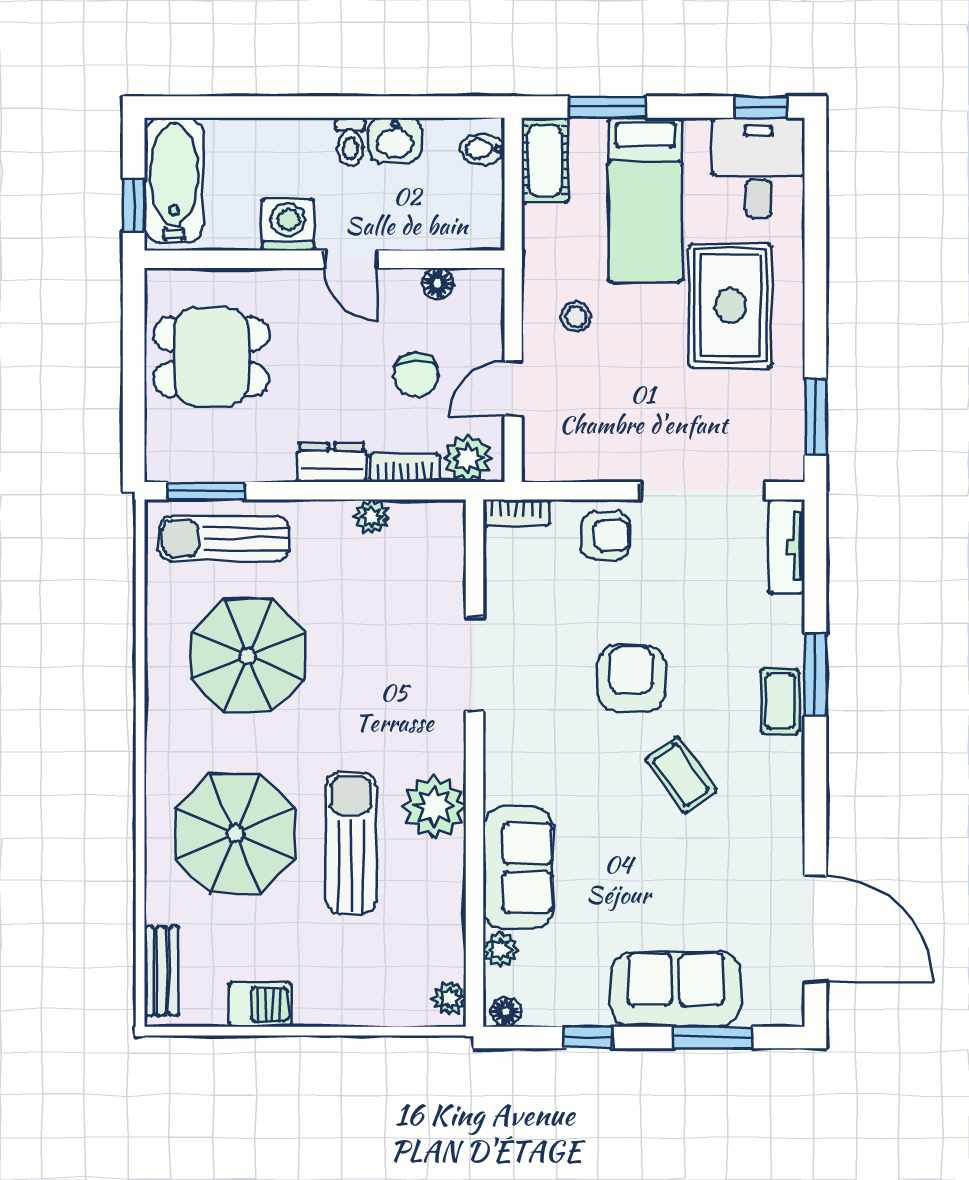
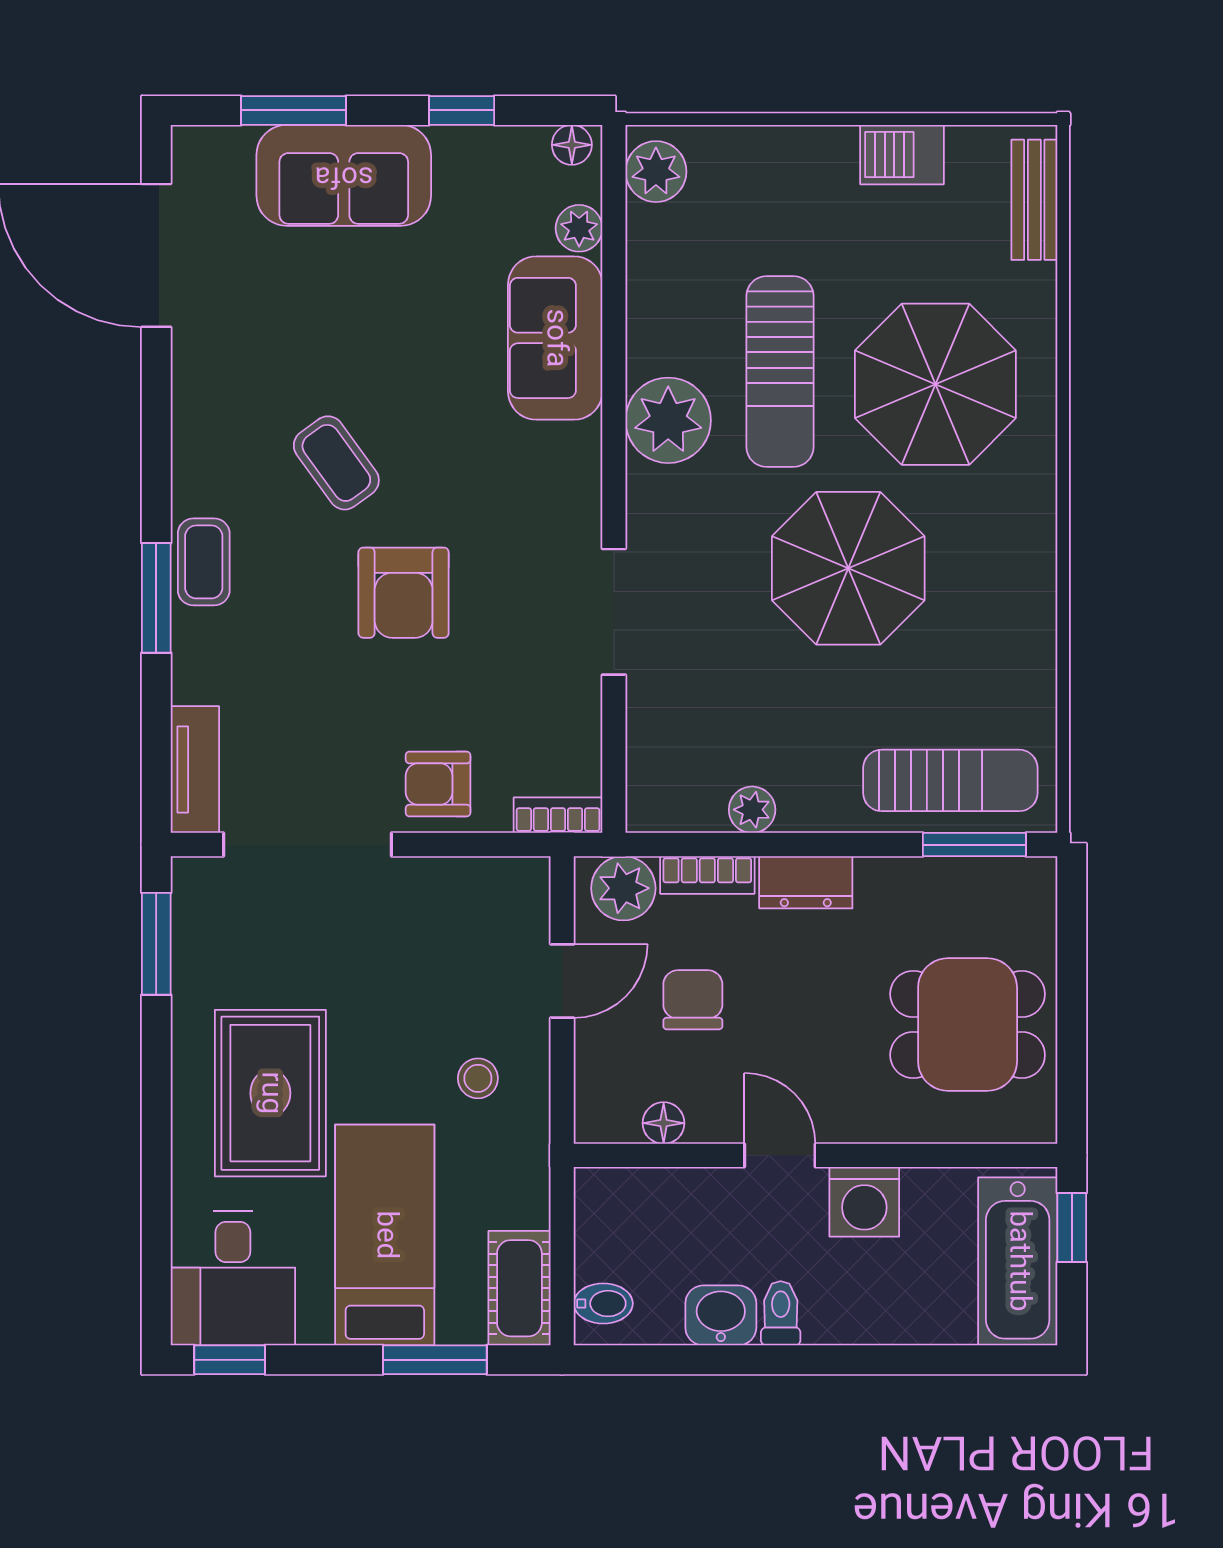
parasol: (248, 656) -> (848, 568), moved
plant: (449, 998) -> (656, 172), width x1.38, depth x1.38

